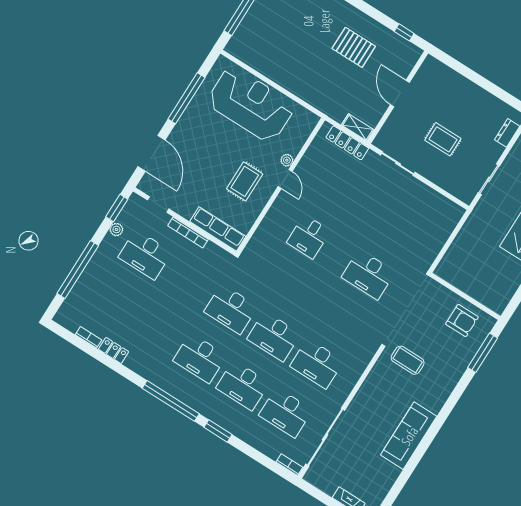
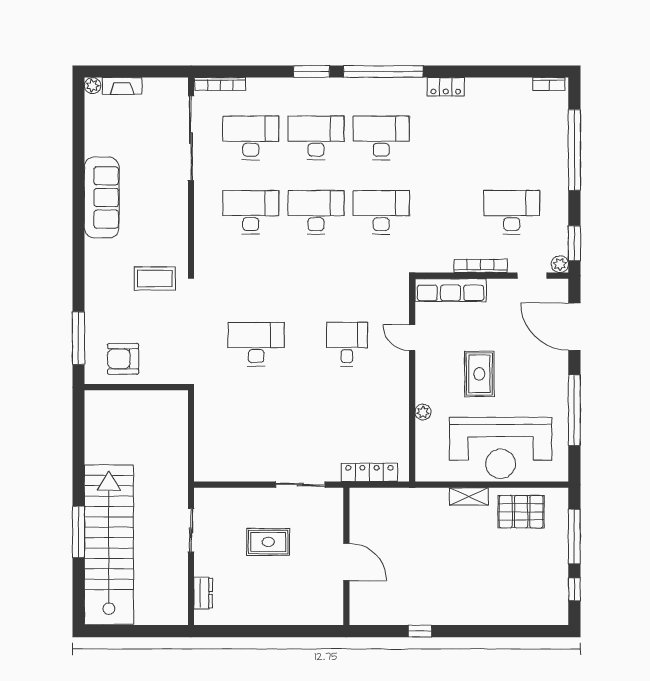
window: (404, 32) -> (420, 631), moved
pallet: (354, 47) -> (521, 512), moved
shelving: (358, 127) -> (469, 496), moved
door: (285, 179) -> (412, 338), moved
rug: (245, 181) -> (479, 374), moved
plant: (116, 230) -> (560, 264), moved
bookcase: (89, 337) -> (549, 84), moved
locker: (113, 350) -> (446, 87), moved
bookcase: (289, 465) -> (220, 84), width x1.56

